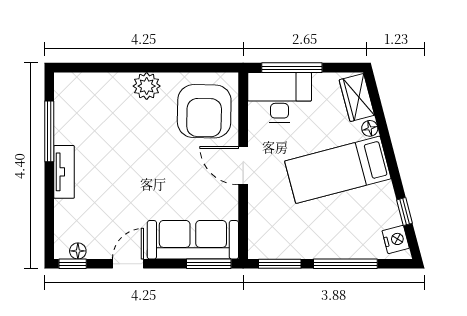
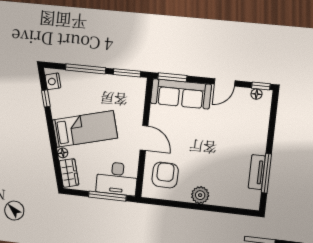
armchair: (204, 111) -> (165, 175), width x0.73, depth x0.73
tv unit: (64, 172) -> (257, 172), moved

